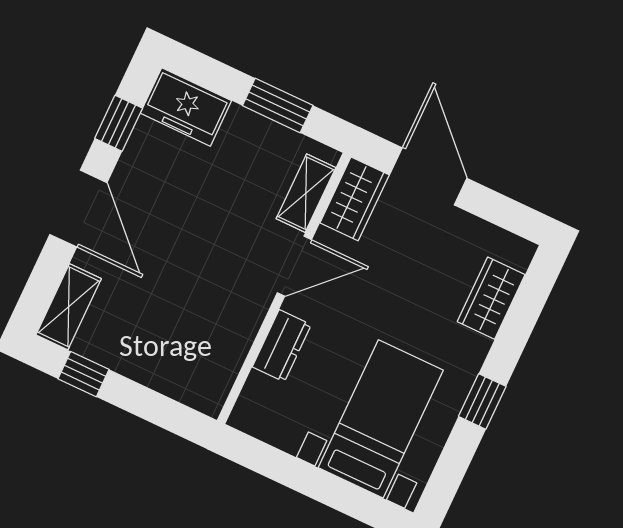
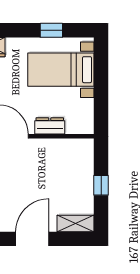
window: (83, 374) -> (101, 185), moved
window: (482, 401) -> (51, 30), moved

